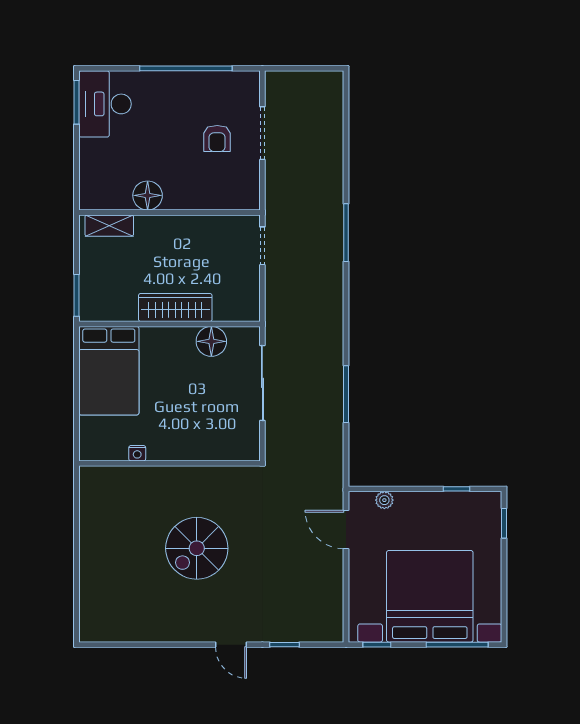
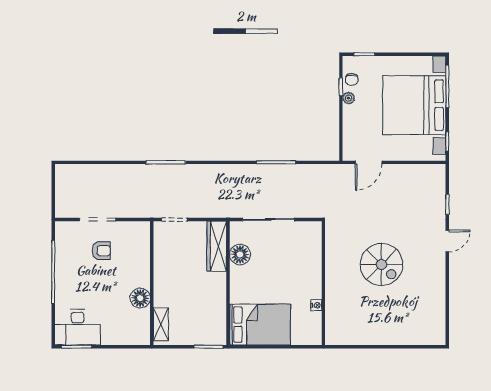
wardrobe: (175, 307) -> (217, 246), moved
plant: (384, 500) -> (349, 98), moved
chair: (467, 505) -> (352, 79), added

